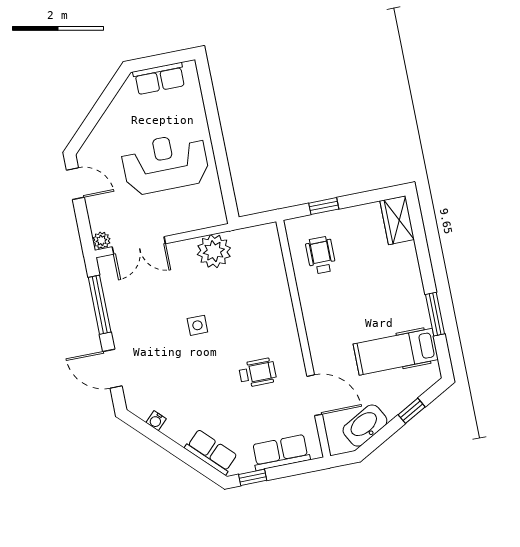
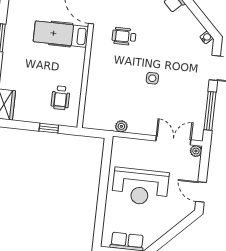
plant: (214, 251) -> (121, 126), width x0.53, depth x0.53
hospital bed: (396, 352) -> (61, 34), moved, turned 180
water cooler: (156, 421) -> (206, 37), moved

